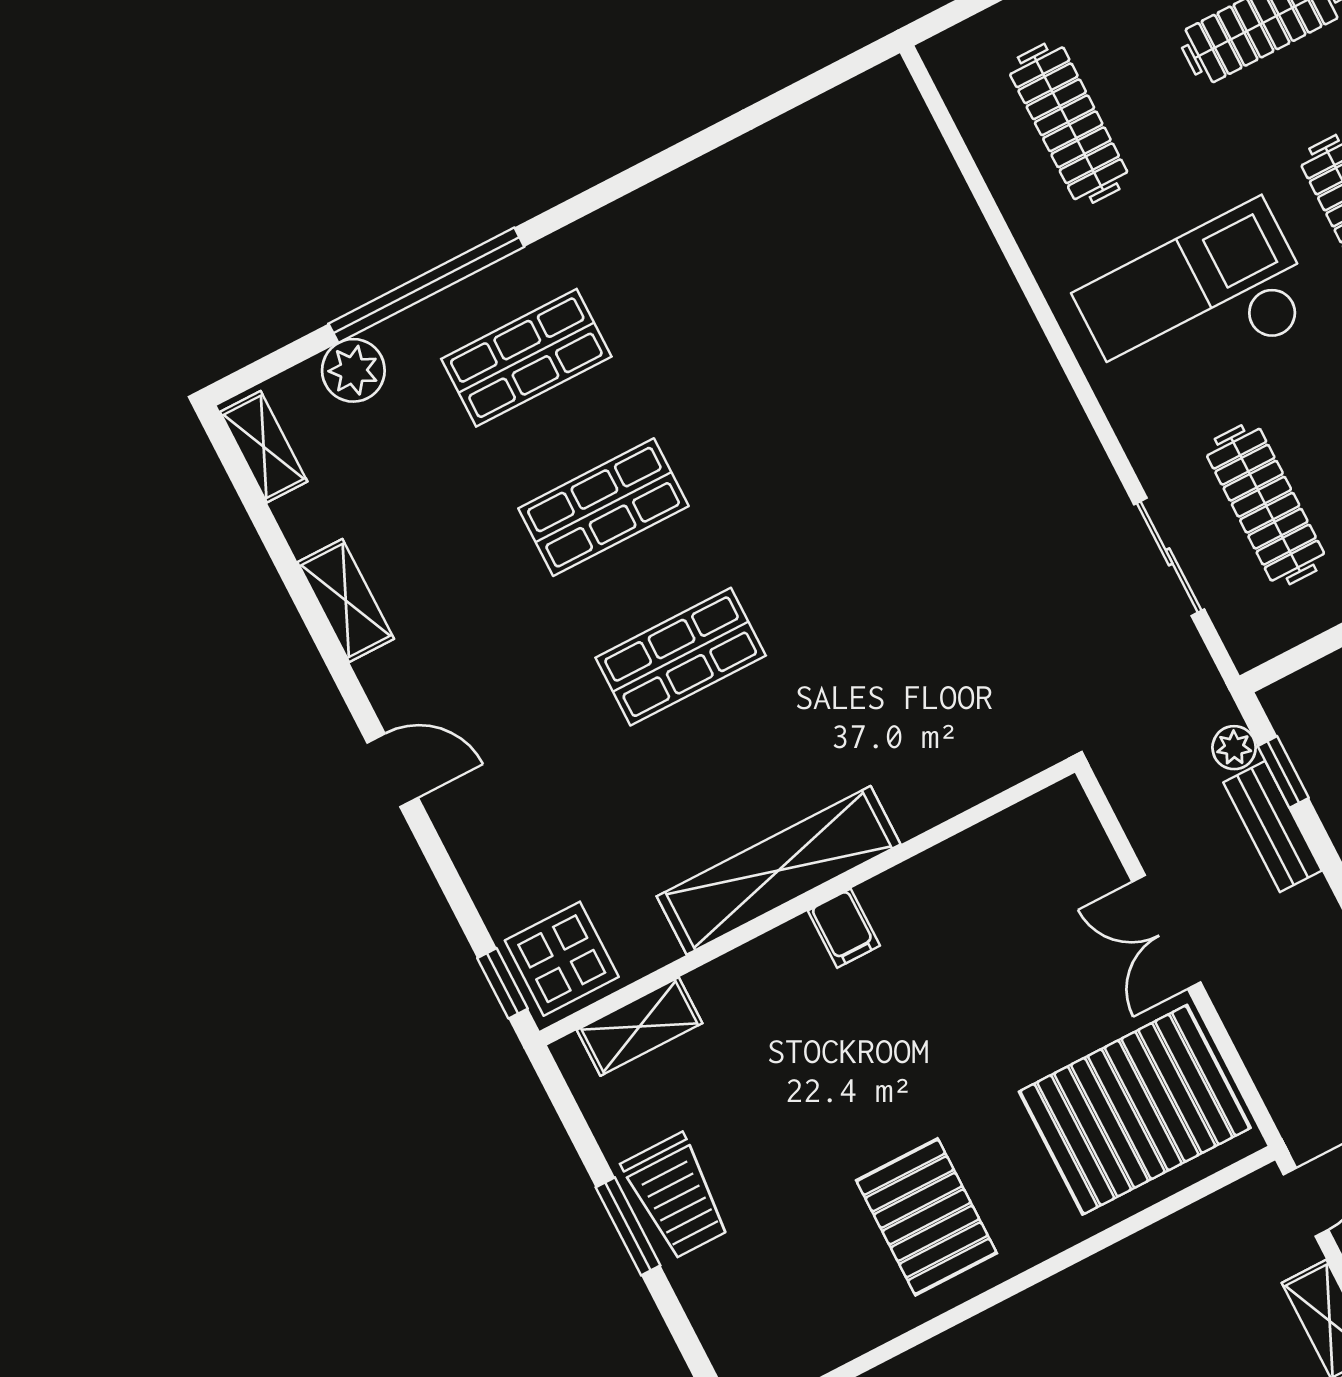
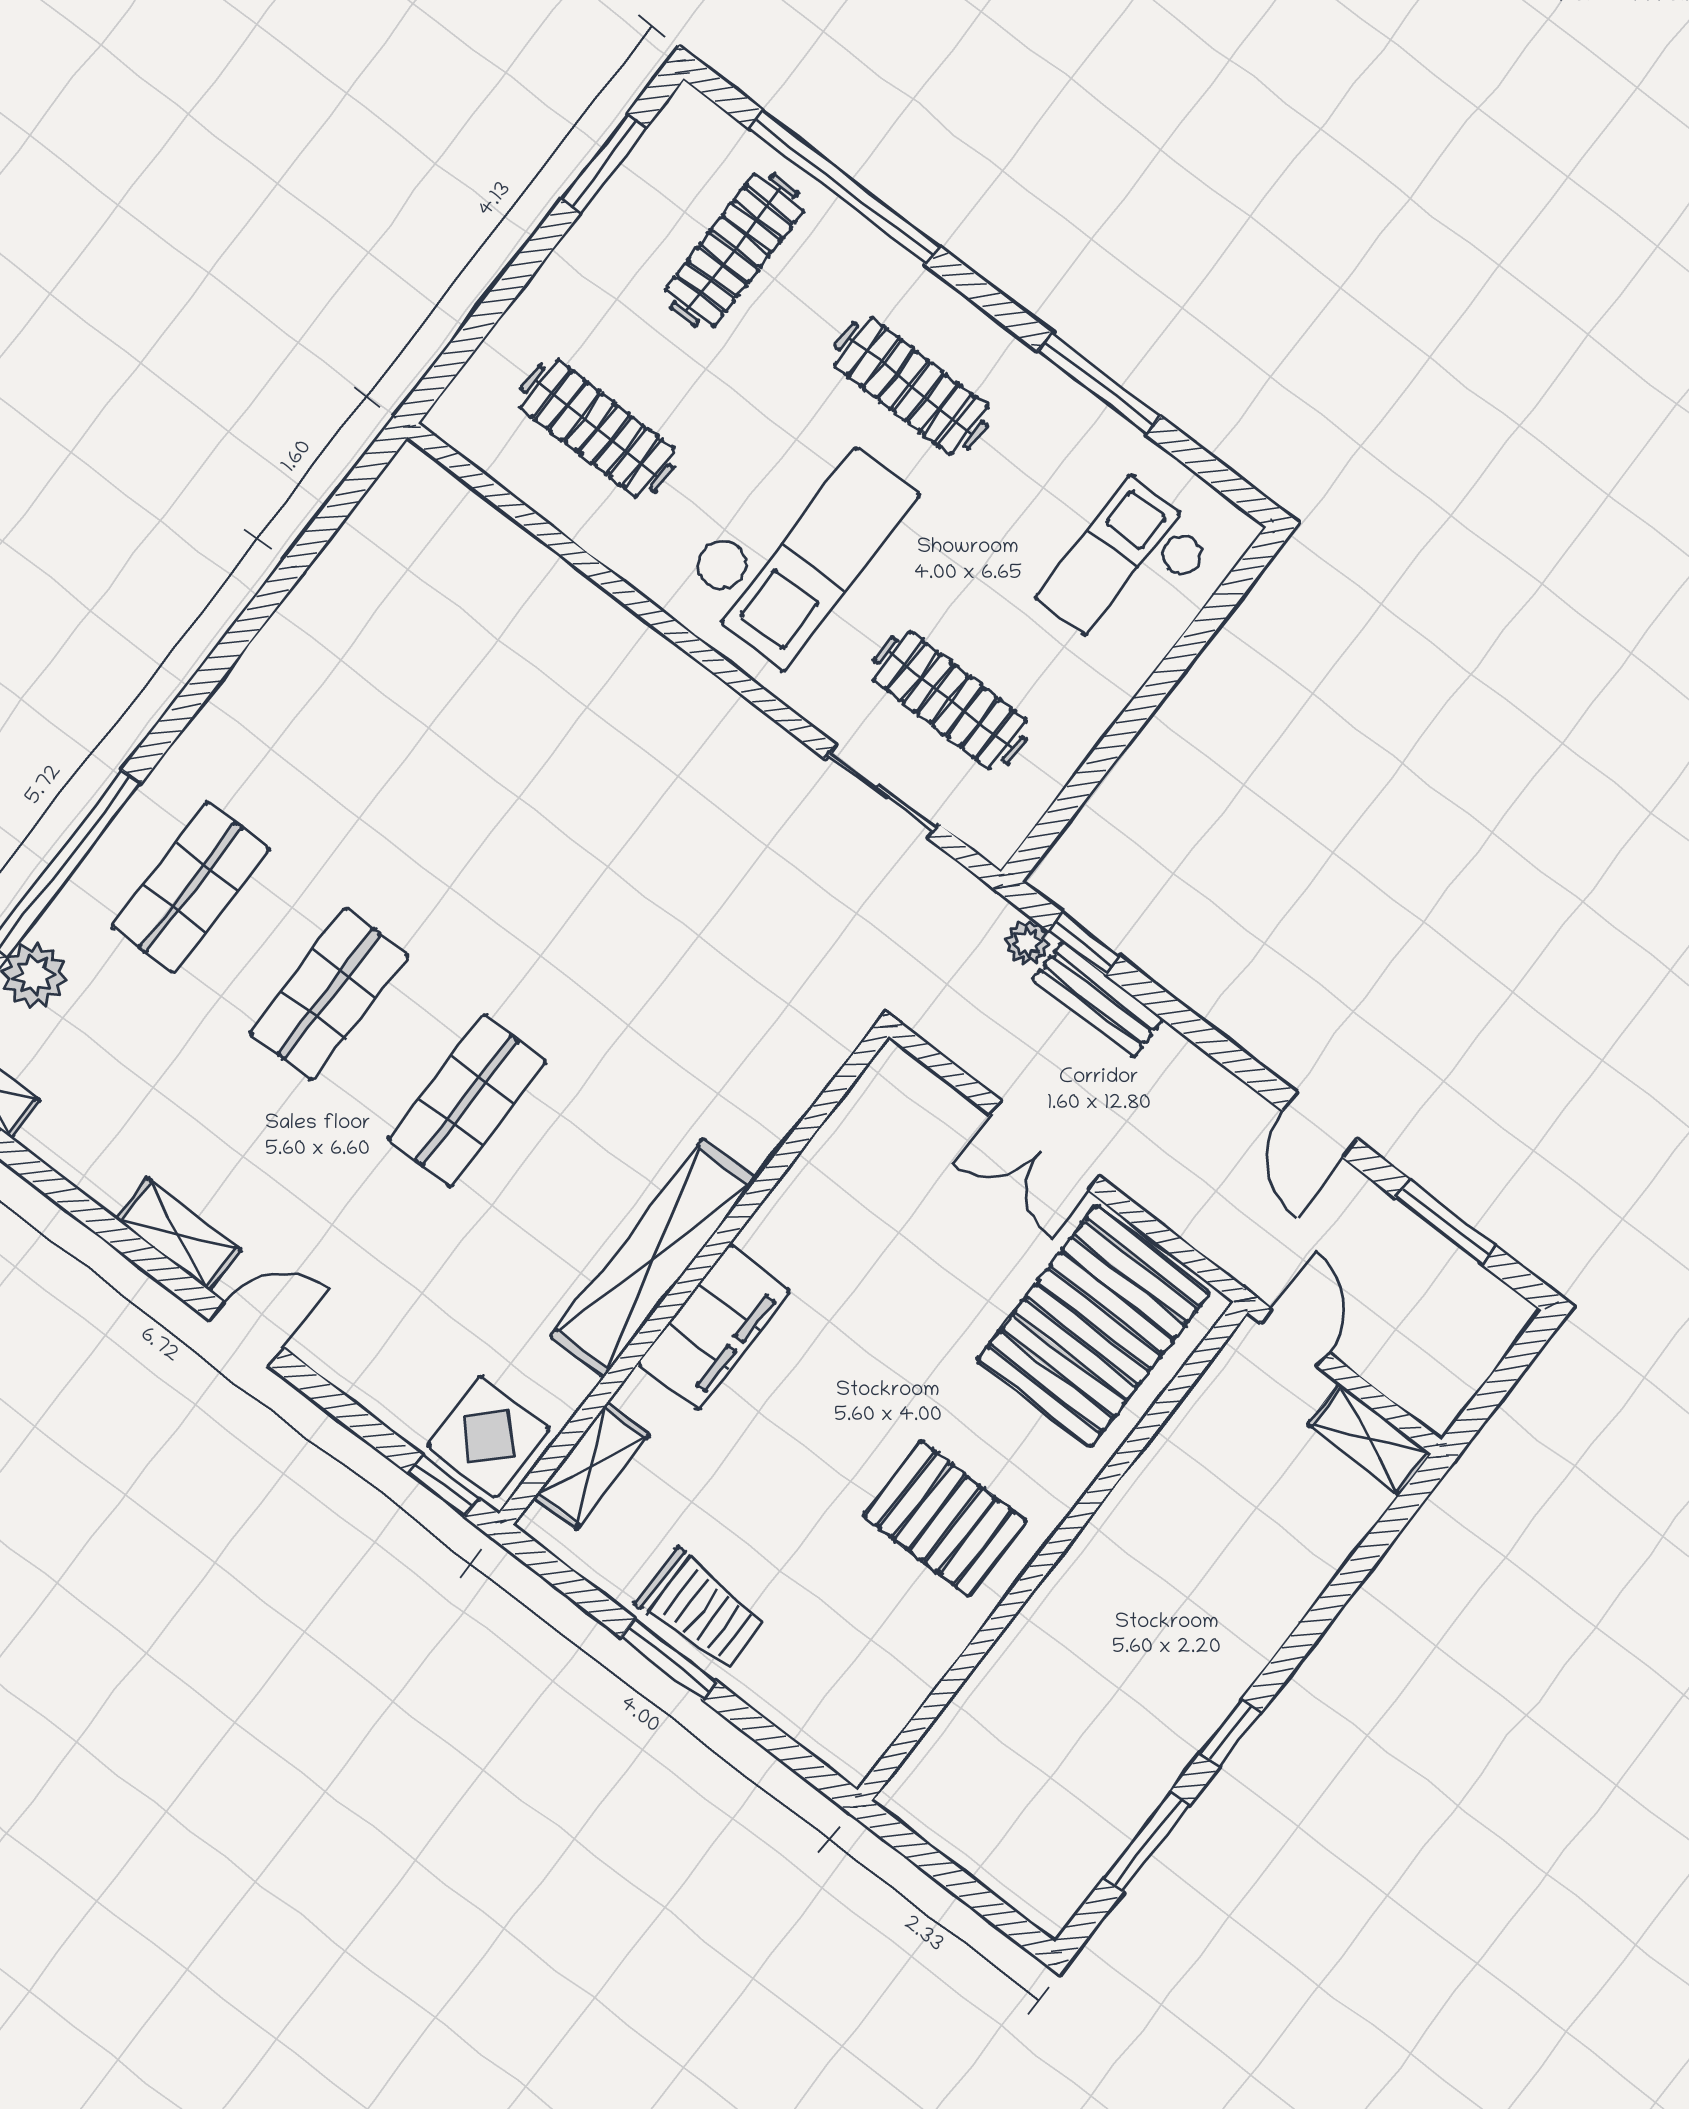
checkout: (1197, 303) -> (797, 541), turned 180
shelving: (346, 601) -> (178, 1234), moved
filing cabinet: (844, 928) -> (714, 1327), width x3.00, depth x1.17

